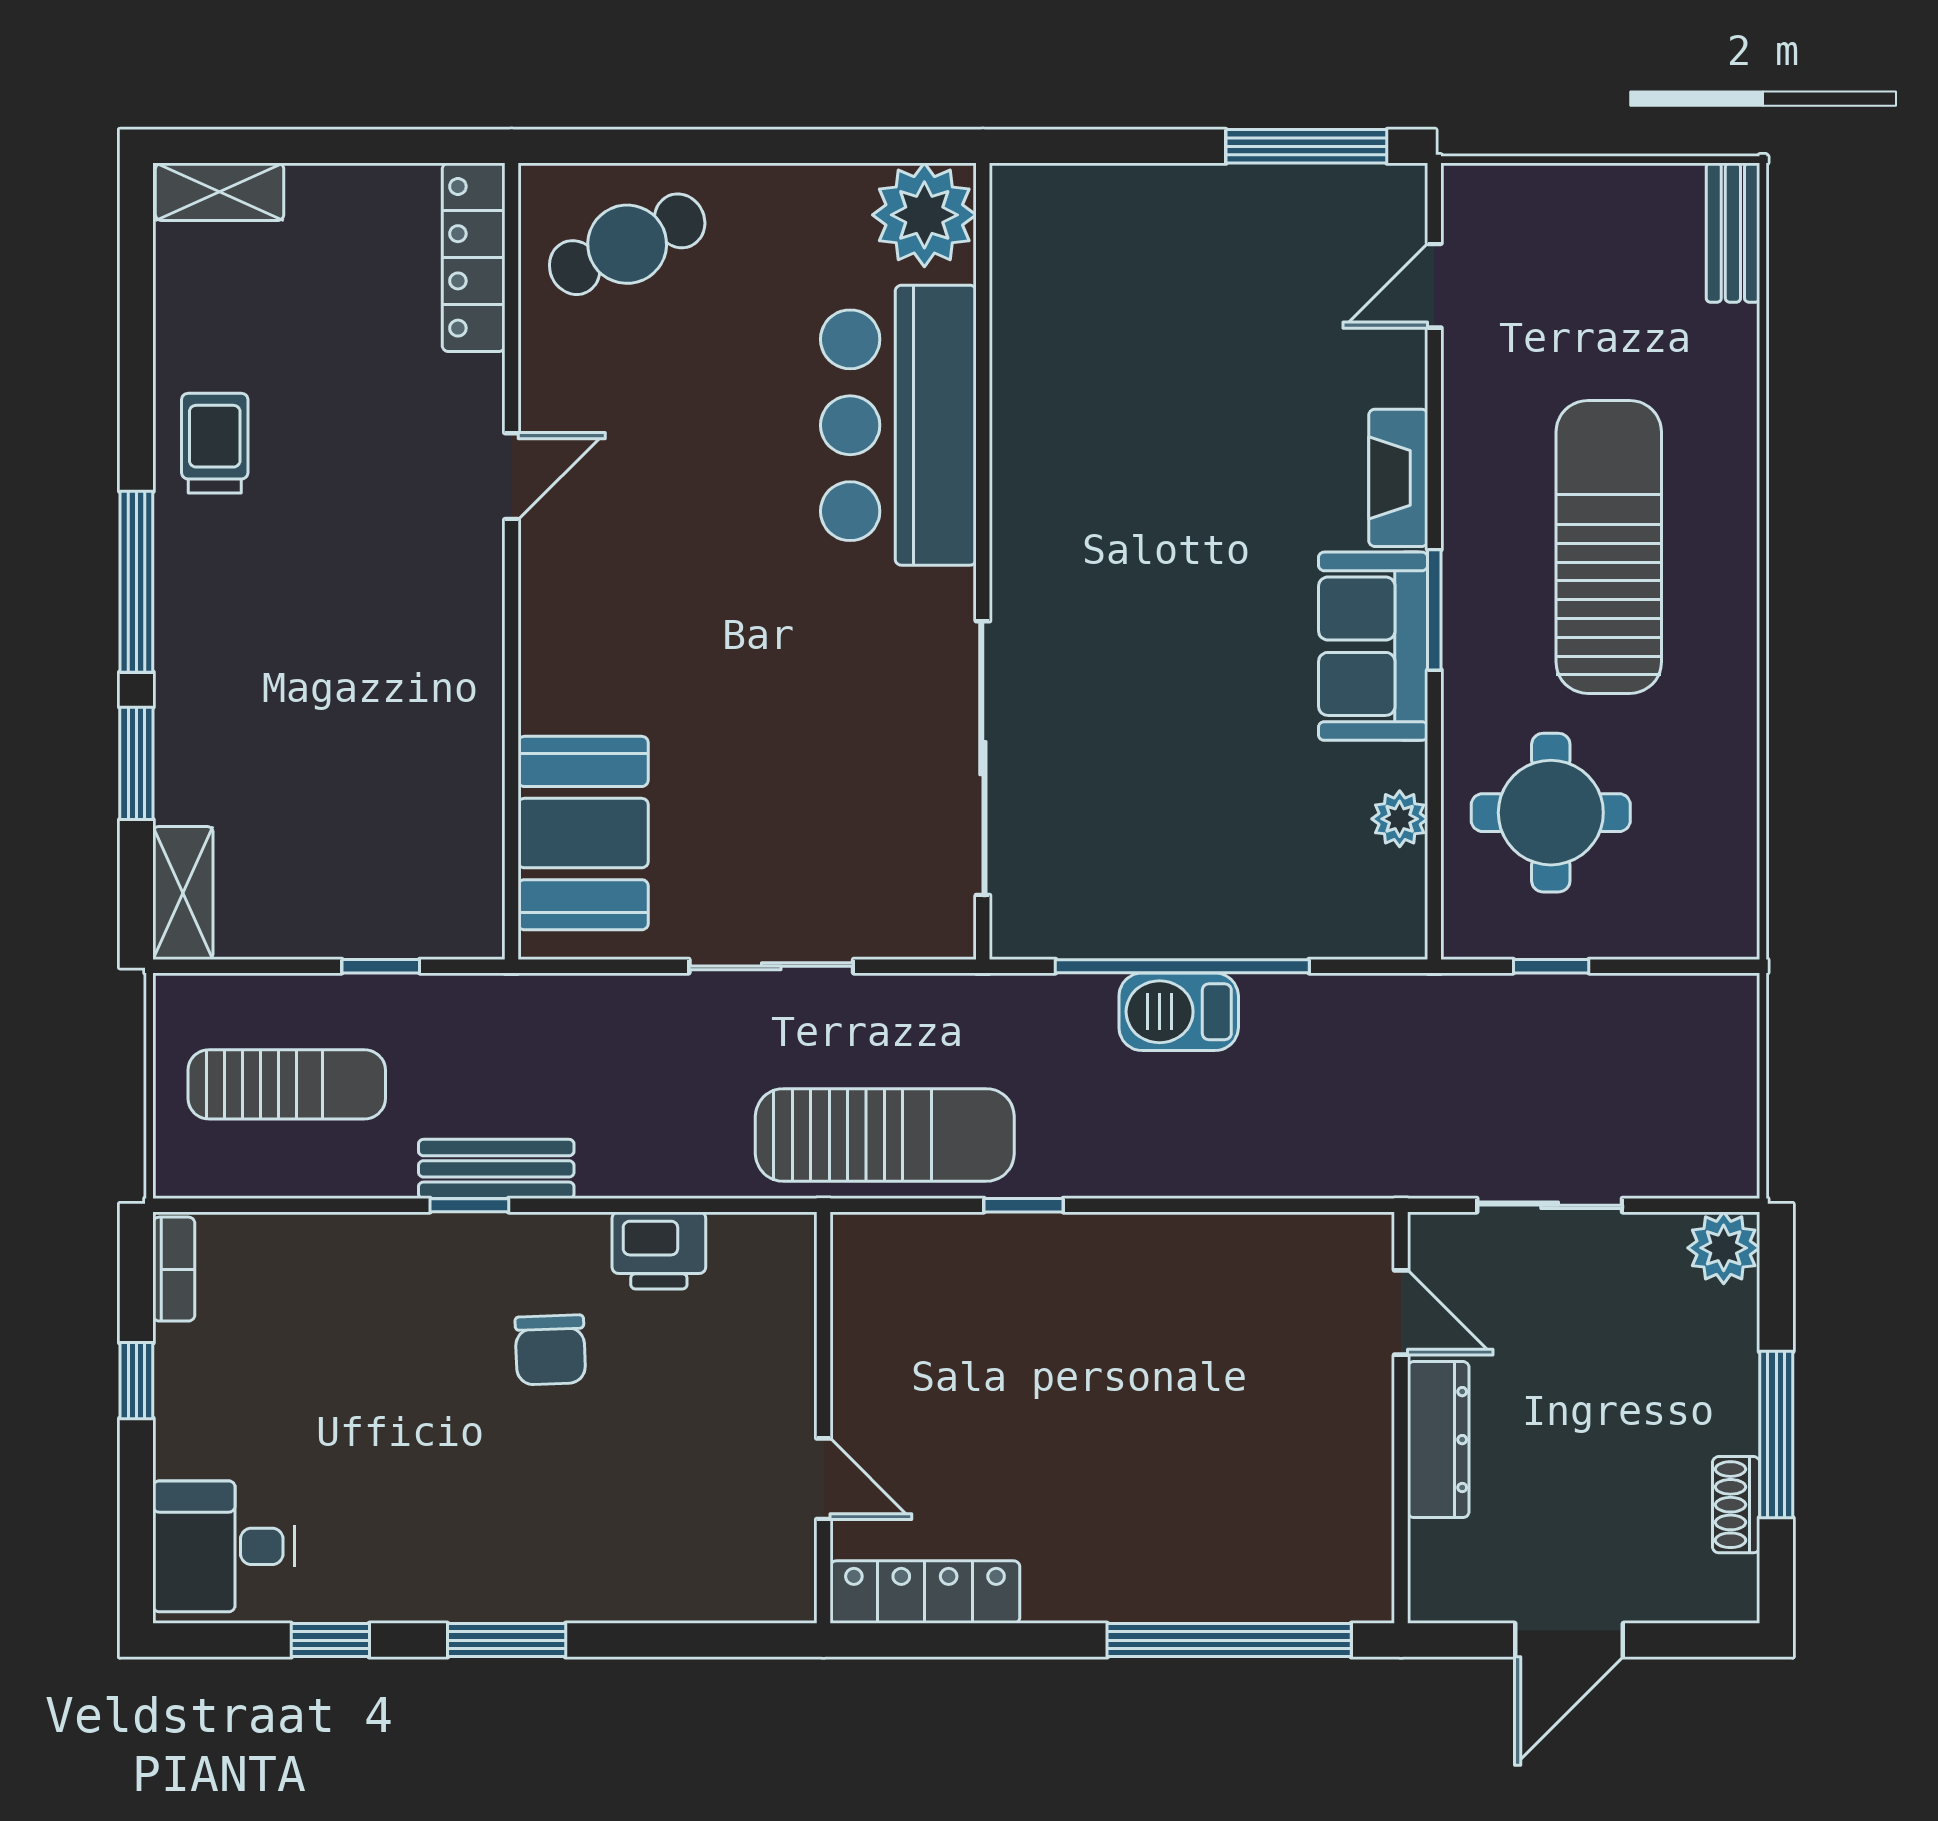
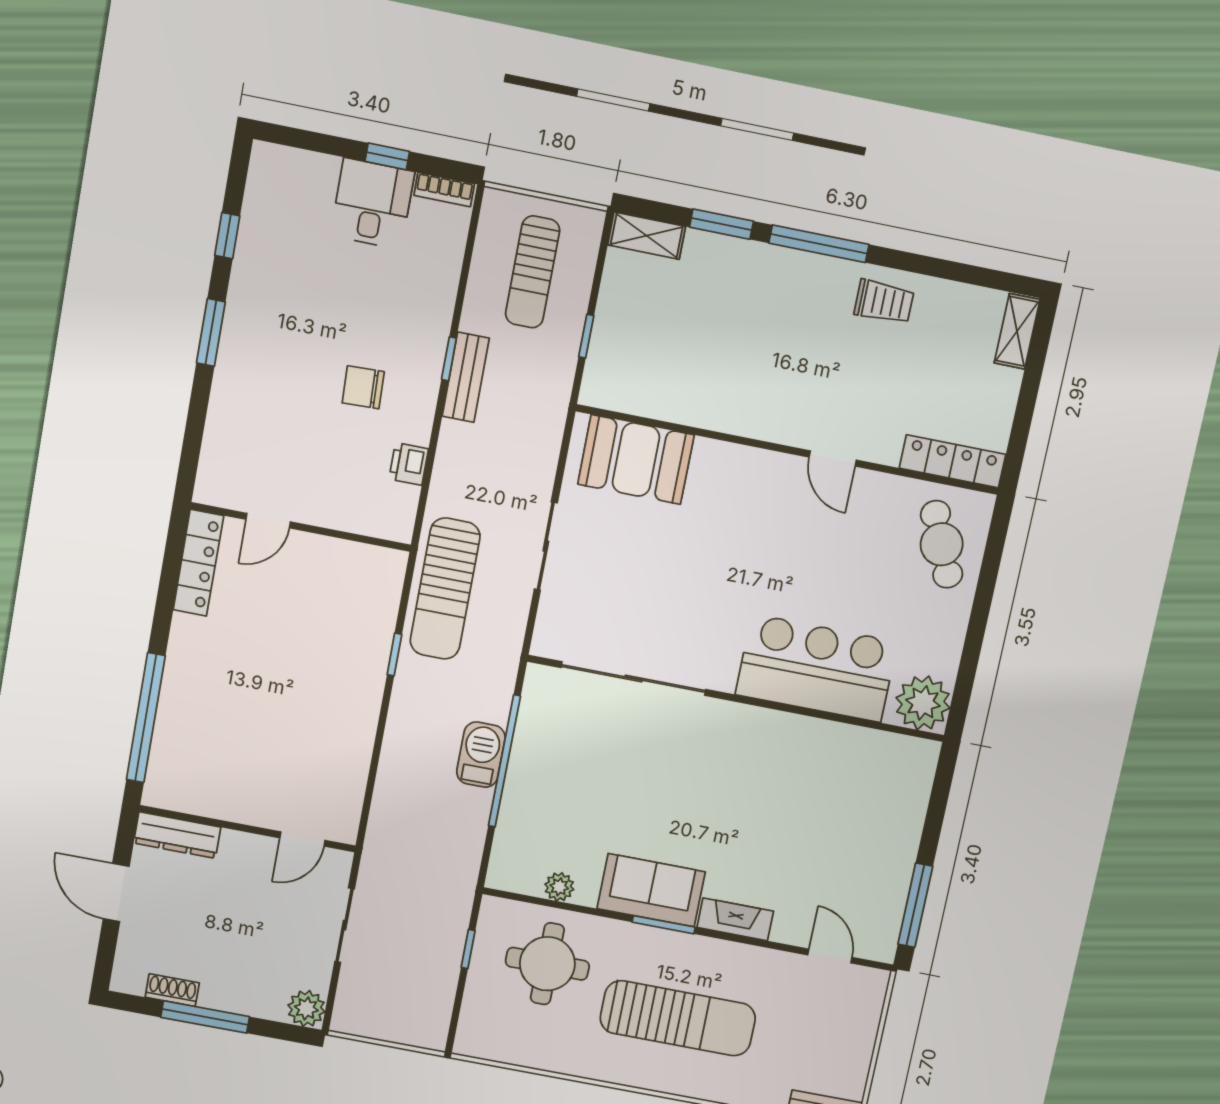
printer: (659, 1250) -> (409, 464), width x0.73, depth x0.81
dresser: (1438, 1440) -> (177, 835), moved
desk: (224, 1546) -> (372, 204), moved

